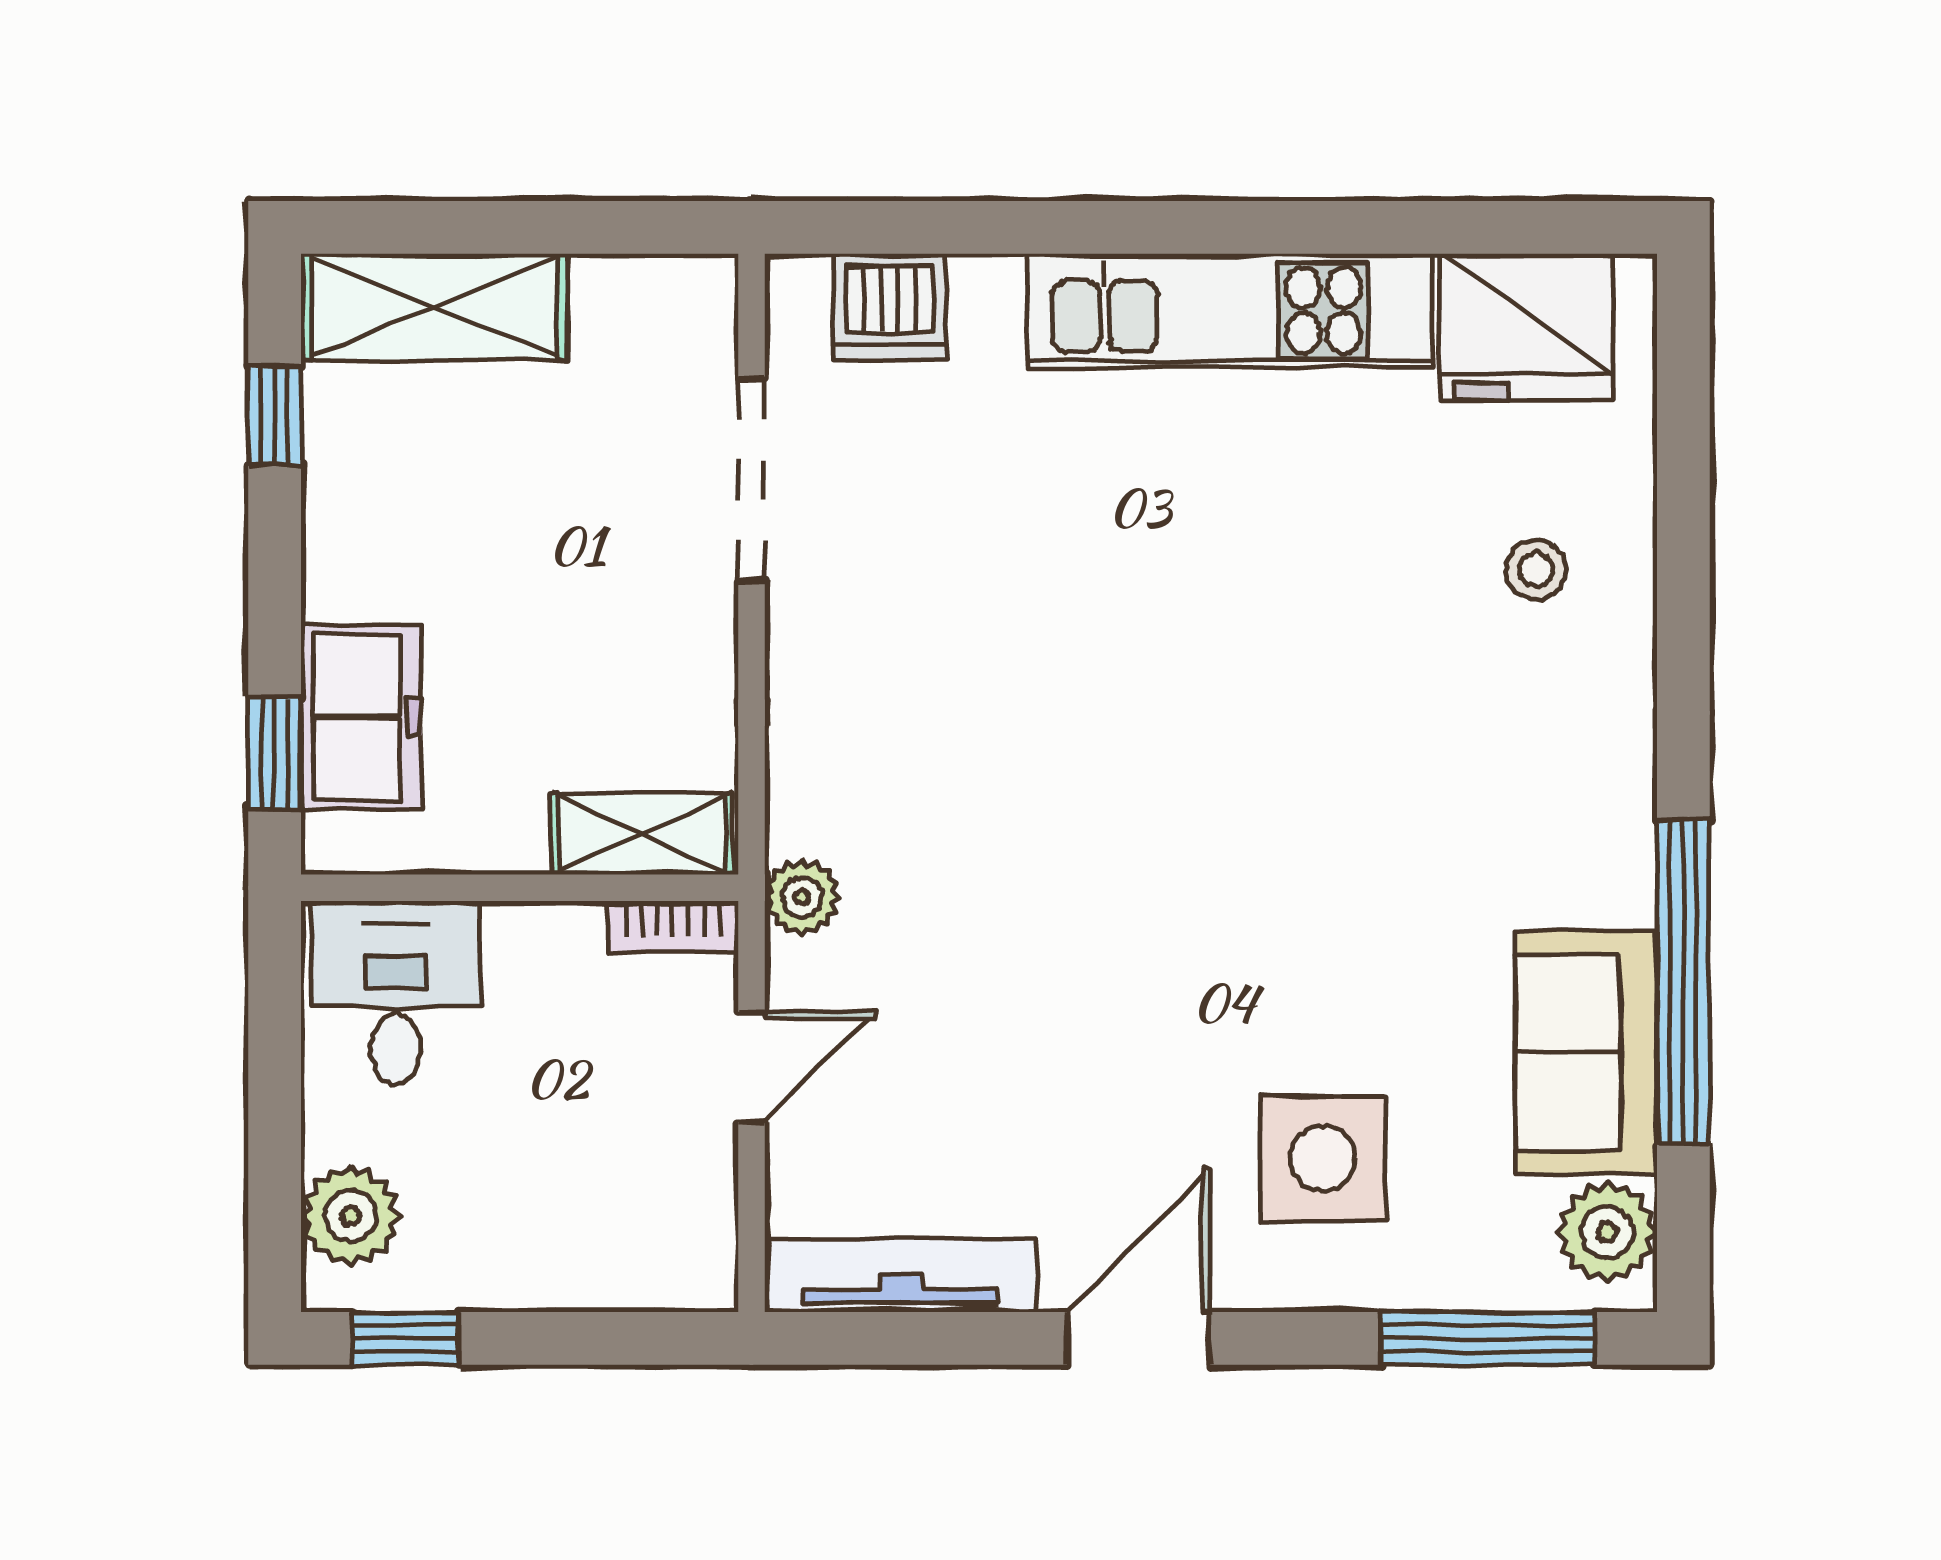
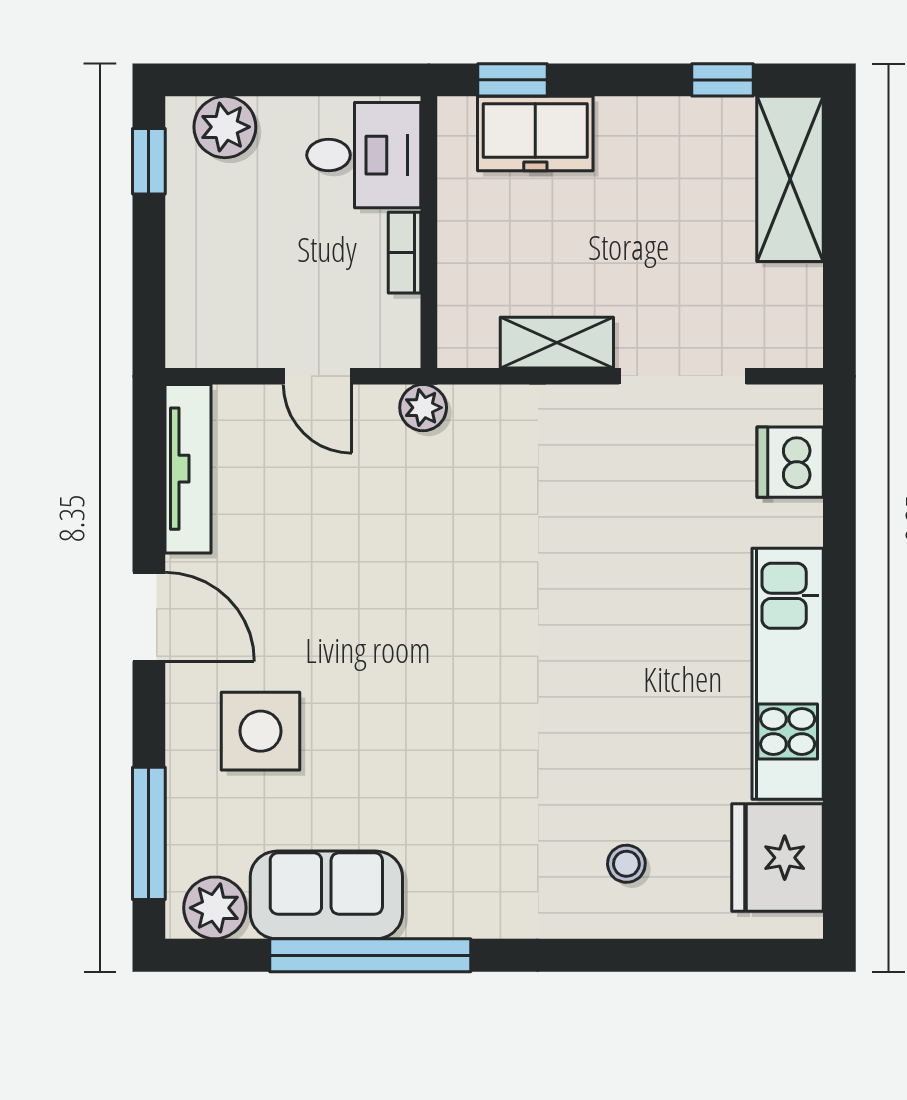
shelving: (642, 834) -> (557, 343), moved, turned 90
bookcase: (673, 927) -> (404, 253), moved

